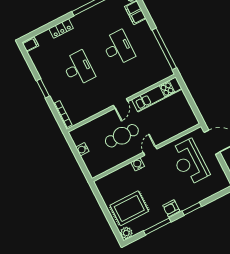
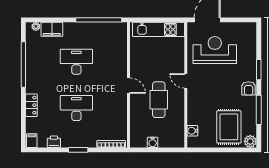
printer: (39, 64) -> (54, 142), added
kitchen unit: (157, 94) -> (158, 29), moved, turned 90
reception desk: (189, 162) -> (215, 50), turned 180
water cooler: (138, 164) -> (192, 131), moved

